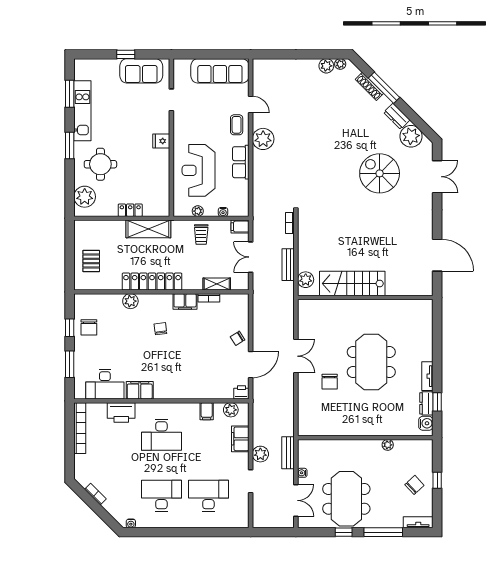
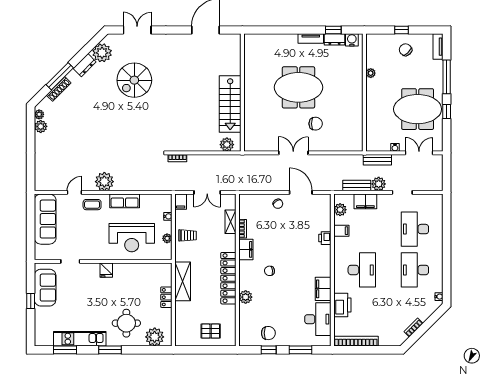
bench: (288, 265) -> (357, 186), moved
printer: (241, 392) -> (325, 238), moved

